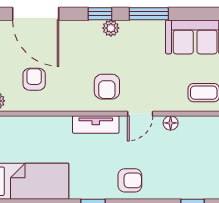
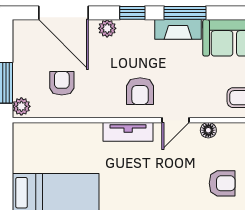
plant: (111, 28) -> (107, 28), moved
fireplace: (142, 29) -> (178, 29), added
armchair: (130, 180) -> (222, 183), moved

